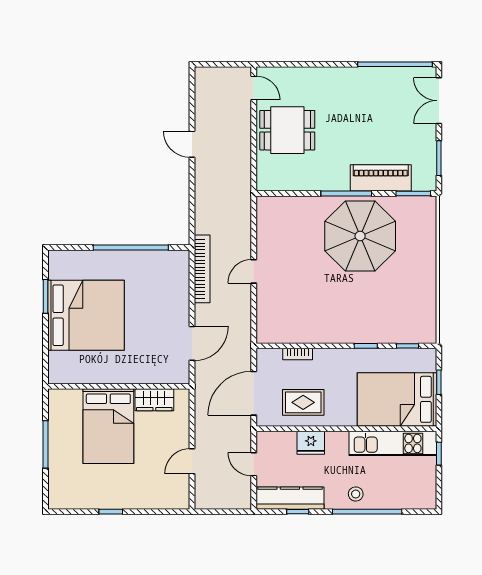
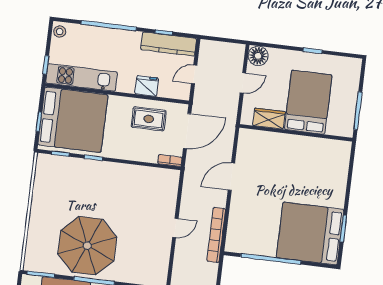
bed: (86, 315) -> (310, 233), moved
bookcase: (298, 354) -> (170, 160), moved
wall: (119, 386) -> (296, 133), moved
bed: (397, 399) -> (73, 120), width x1.36
wardrobe: (154, 400) -> (269, 119), moved
bed: (108, 426) -> (308, 102), moved
door: (254, 464) -> (194, 74), swing flipped
stool: (356, 494) -> (60, 32), moved
floor lamp: (177, 497) -> (258, 56), added

